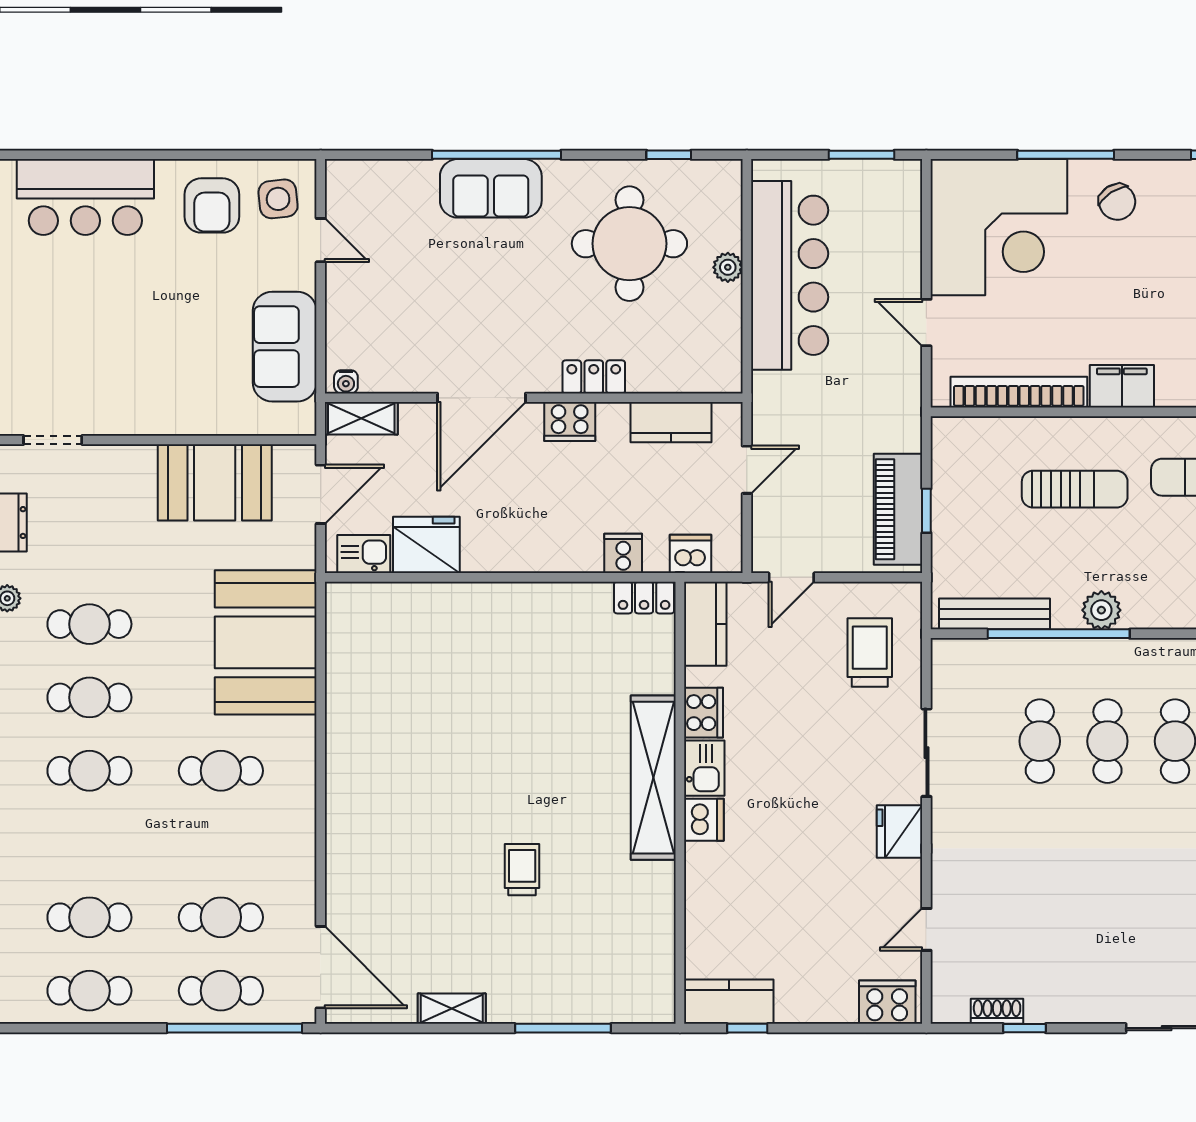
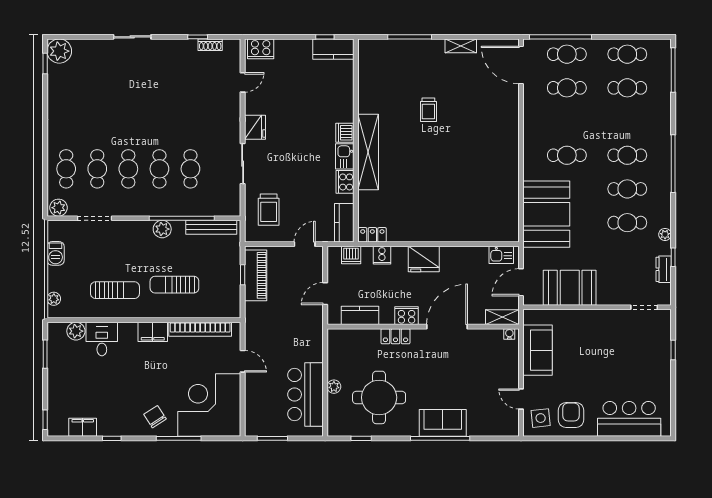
bar counter: (790, 275) -> (306, 394), width x0.73
fridge: (426, 545) -> (424, 259), moved

